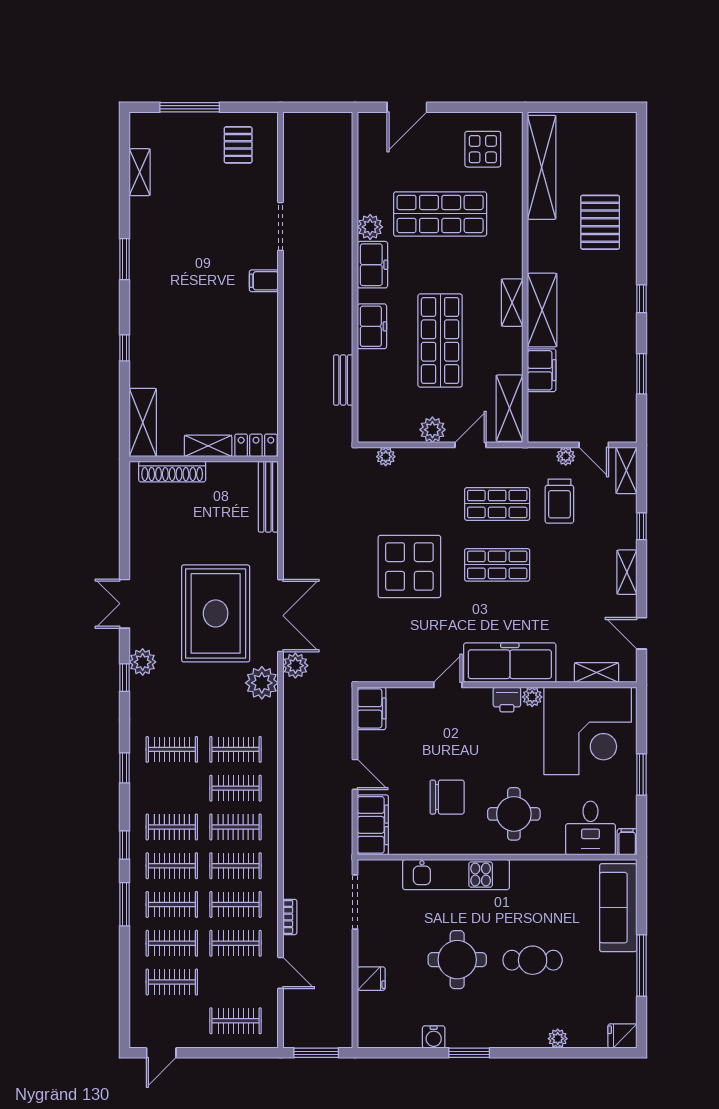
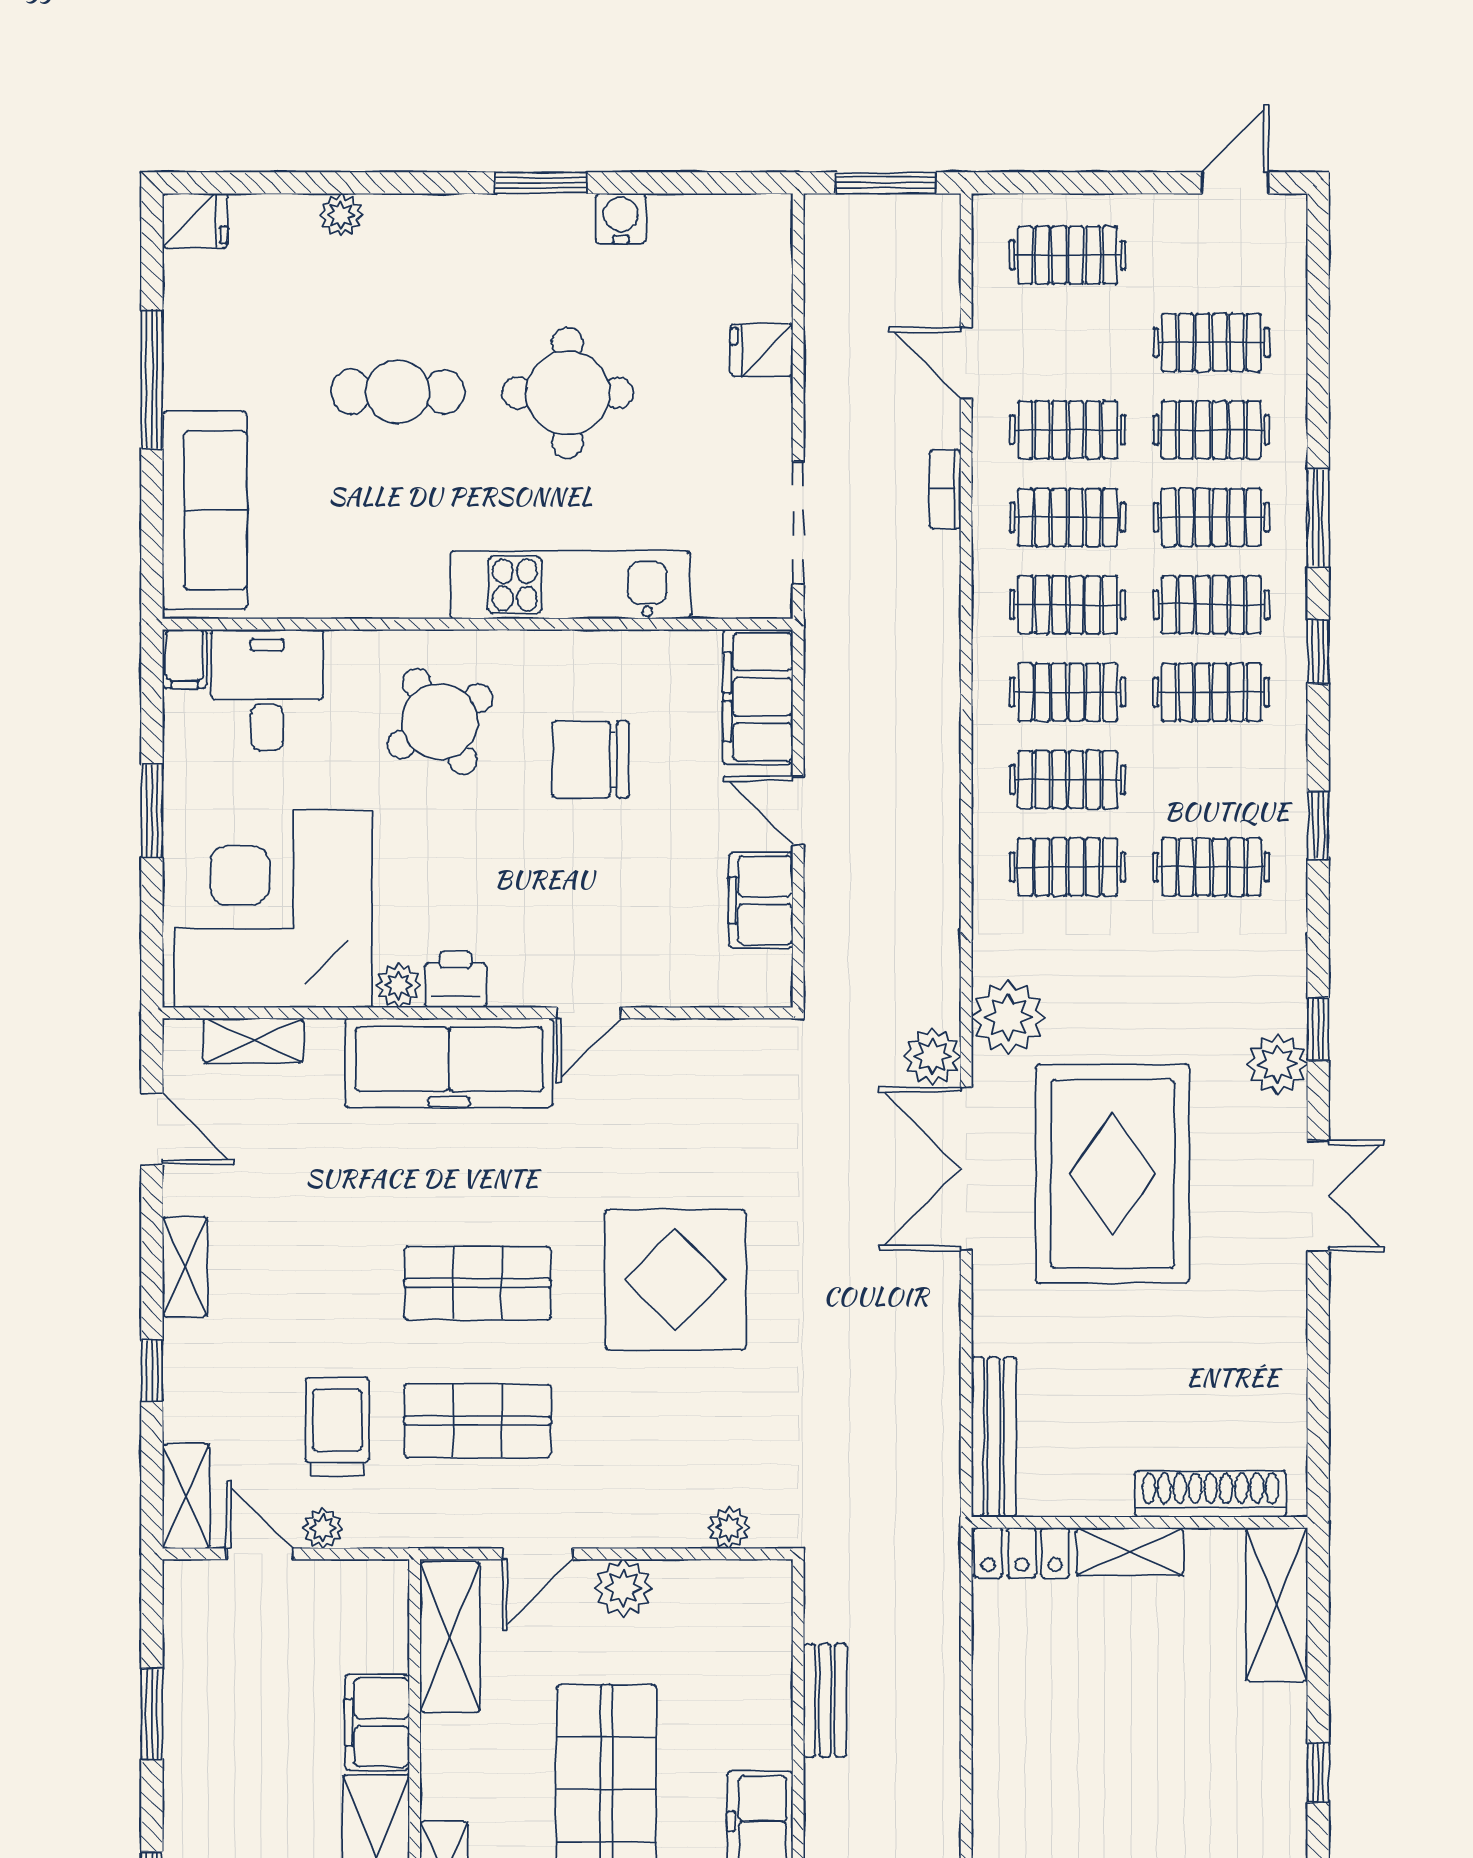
filing cabinet: (372, 708) -> (761, 900), moved
round table: (514, 814) -> (440, 722), turned -31

